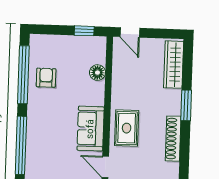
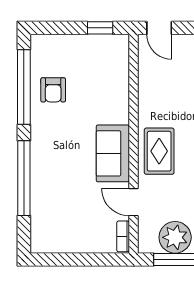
floor lamp: (97, 73) -> (119, 81), removed
armchair: (46, 78) -> (53, 90), turned 180

